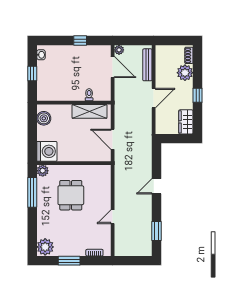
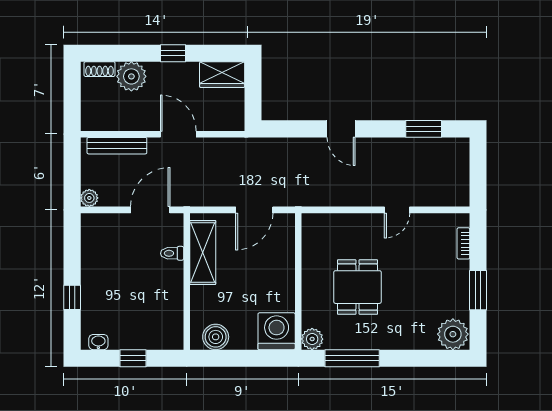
window: (80, 41) -> (72, 297), moved
door: (113, 67) -> (150, 210), moved
dining table: (71, 195) -> (357, 287), turned 90
door: (113, 217) -> (397, 210), hinge flipped

